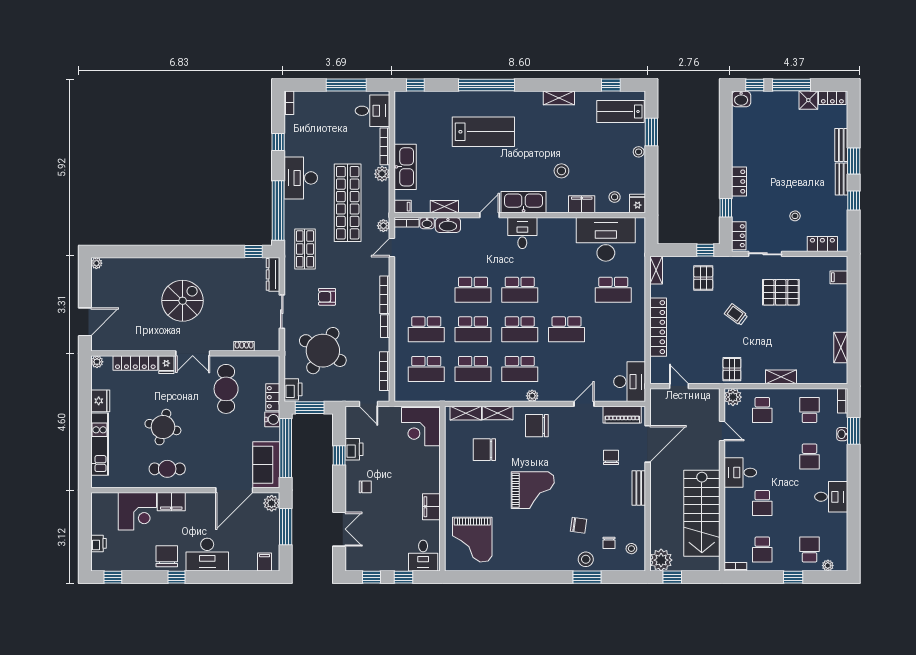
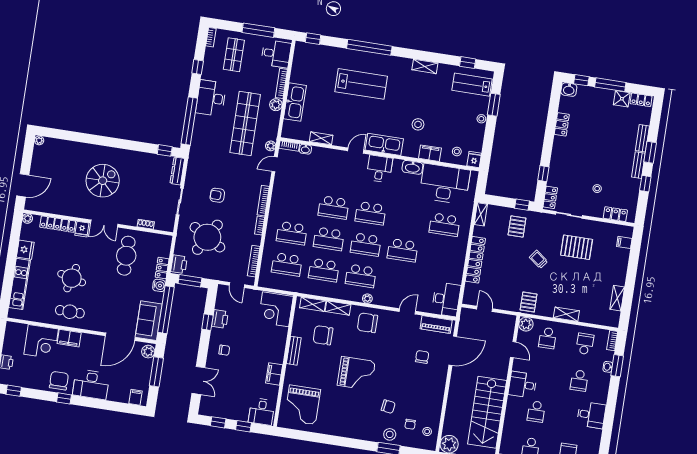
locker: (739, 182) -> (562, 124), moved
filing cabinet: (403, 207) -> (288, 133), removed
washbasin: (448, 225) -> (412, 167), moved
shop shelf: (305, 249) -> (234, 55), moved
bench: (639, 488) -> (294, 351), moved

